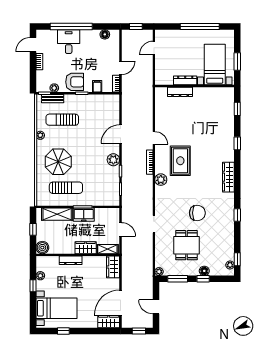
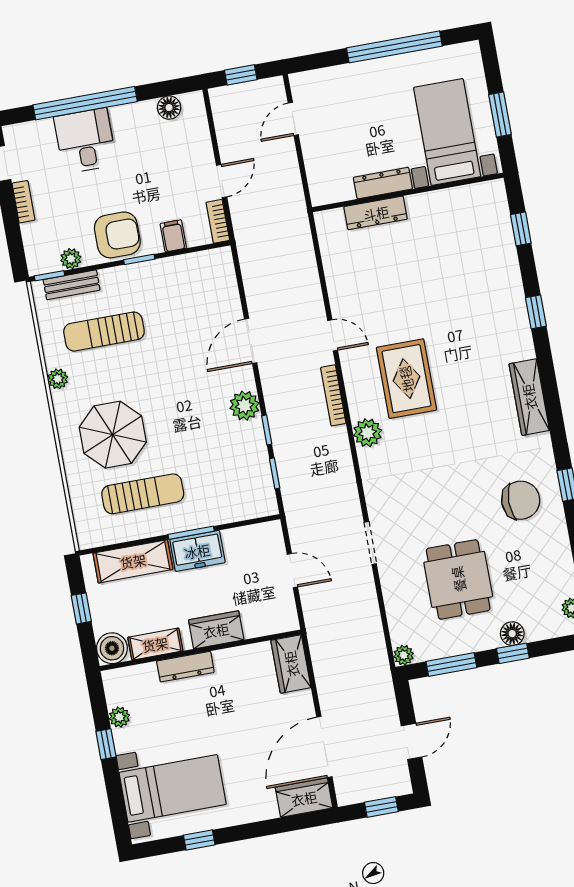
chair: (197, 213) -> (521, 500), moved
shelving: (107, 249) -> (155, 644), moved
door: (156, 307) -> (412, 741), swing flipped

